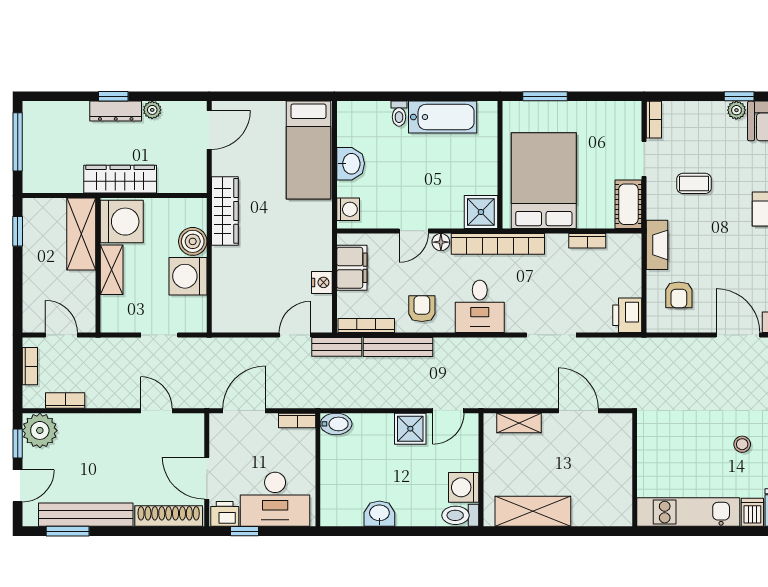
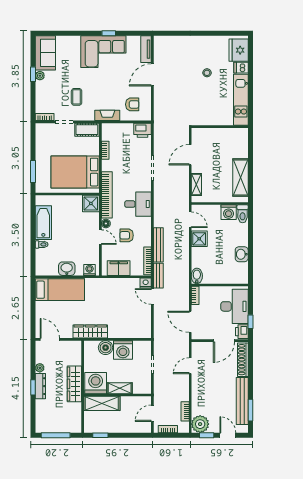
nightstand: (322, 282) -> (146, 283), moved
armchair: (422, 309) -> (127, 235), moved

